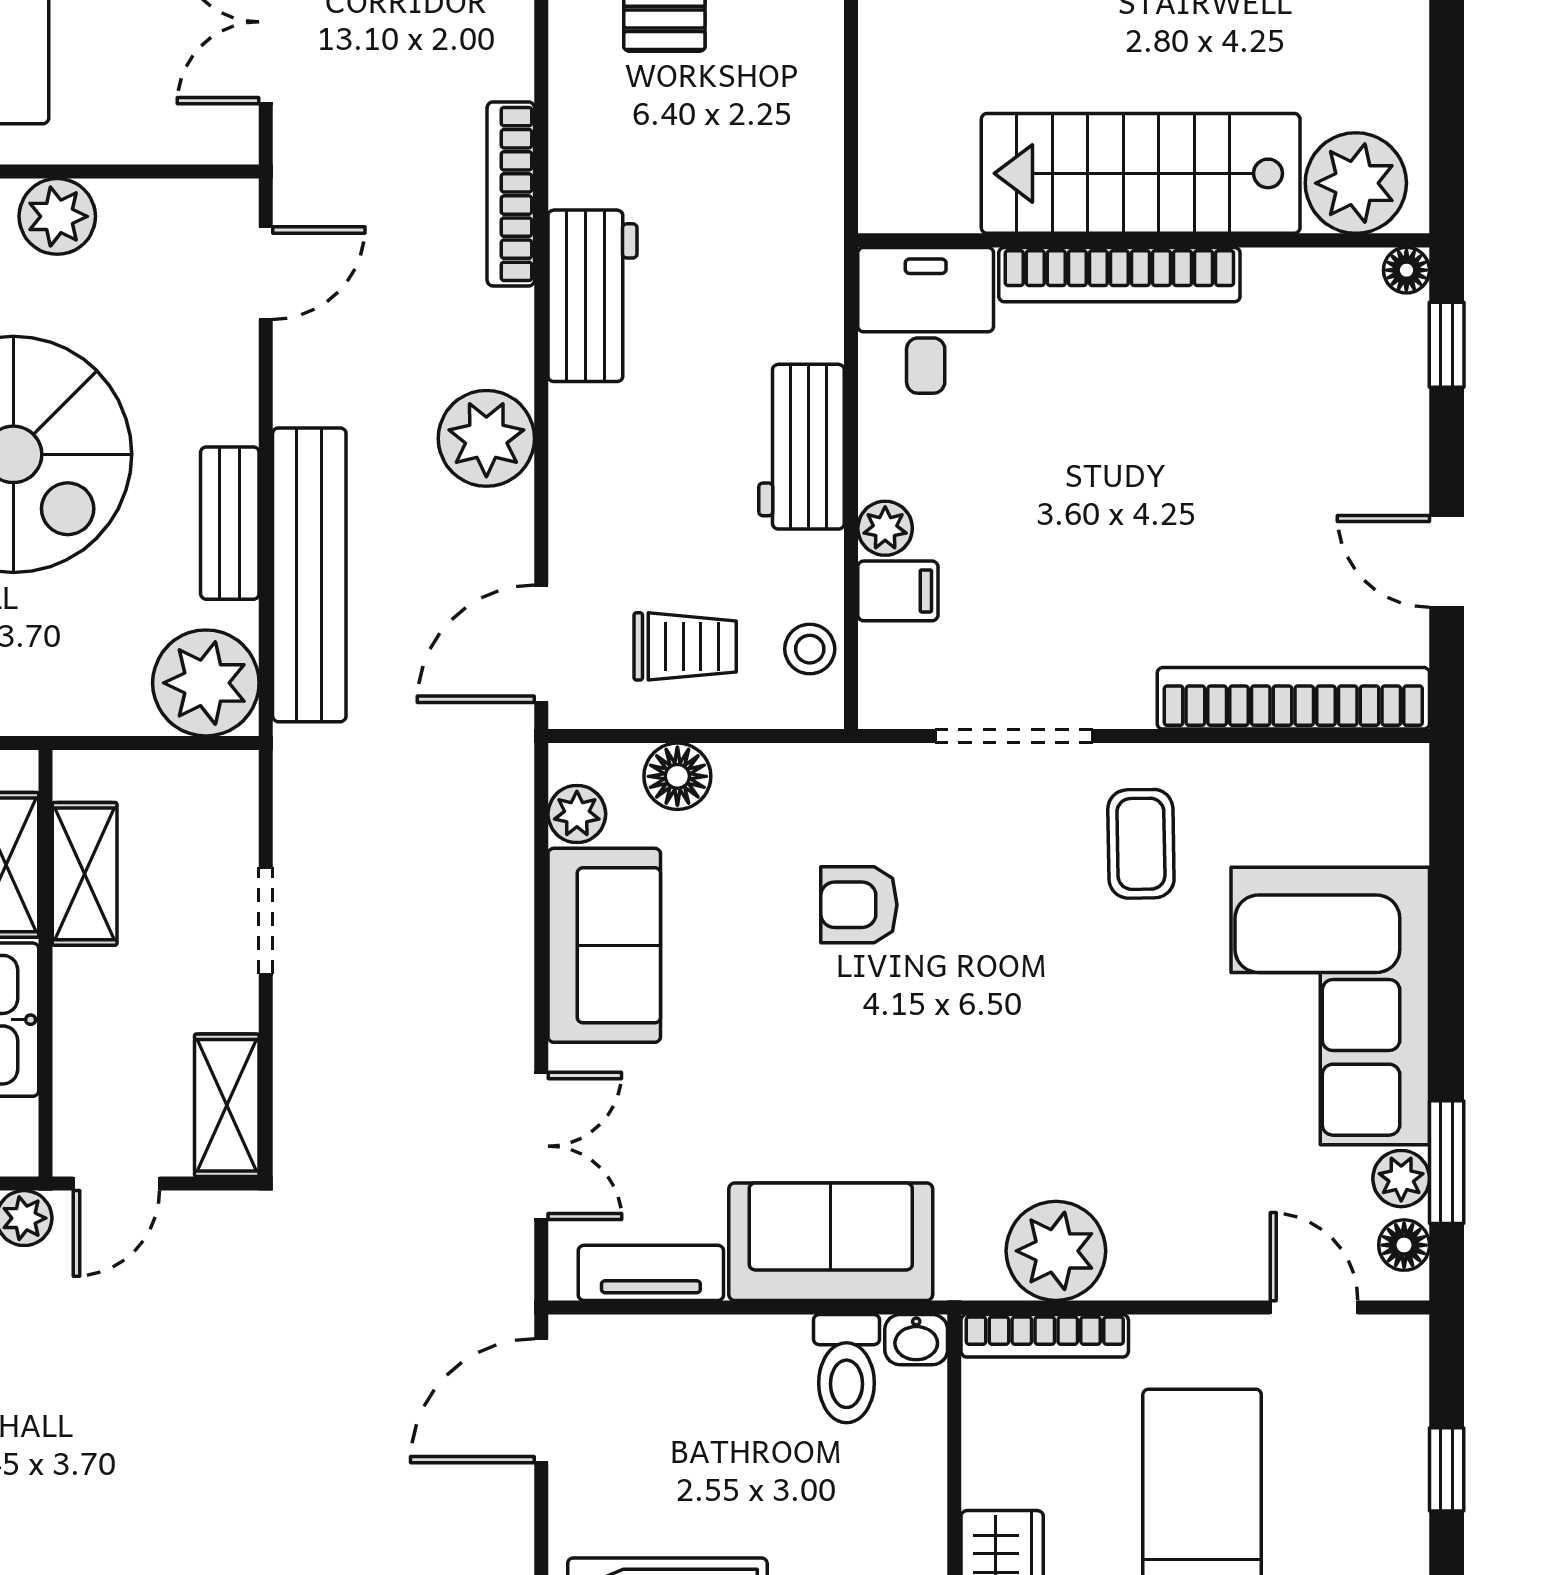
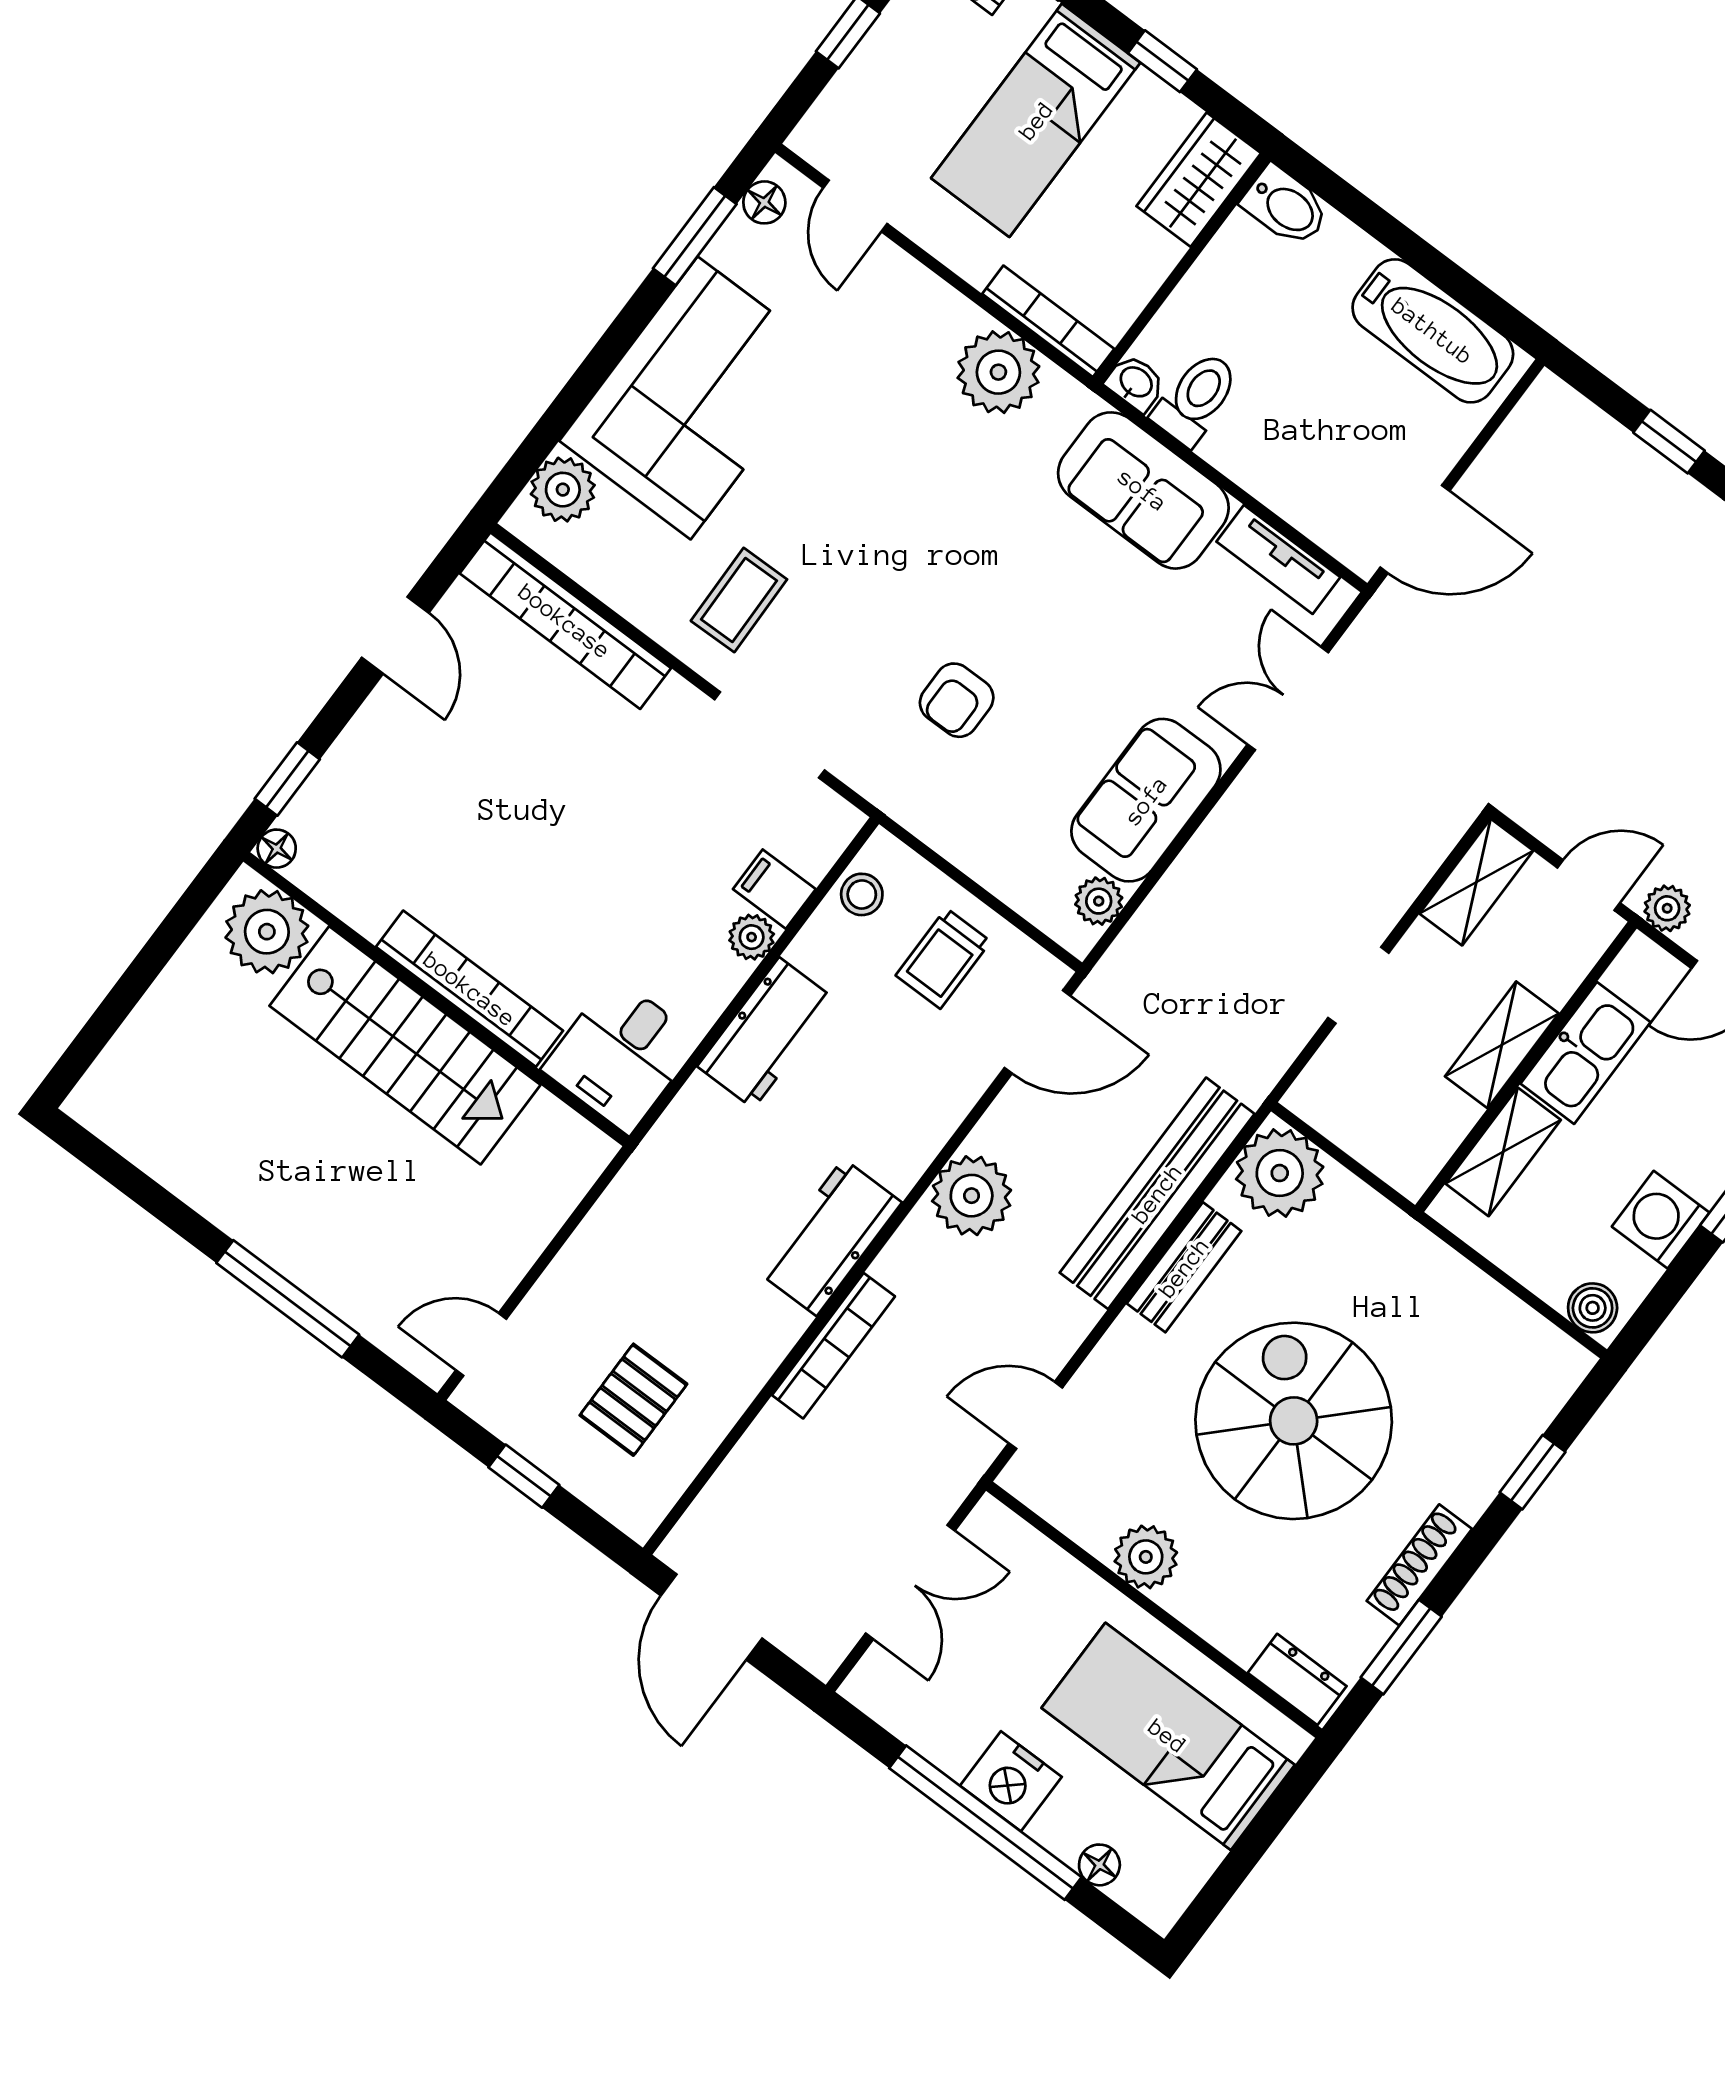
trolley: (685, 646) -> (943, 958), turned -90
floor lamp: (677, 776) -> (1013, 876), removed
shelving: (85, 874) -> (1502, 1045), moved
armchair: (859, 905) -> (957, 700), turned 90
plant: (1401, 1179) -> (563, 490), moved, width x1.38, depth x1.38

